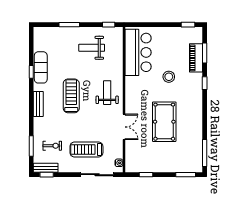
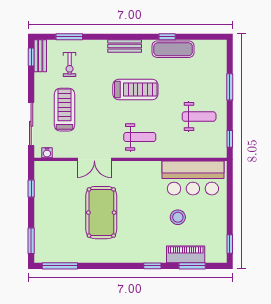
weight bench: (92, 48) -> (199, 117), turned 90
stool: (169, 77) -> (178, 217), moved
pool table: (164, 122) -> (101, 213), turned 90

